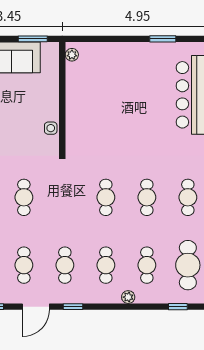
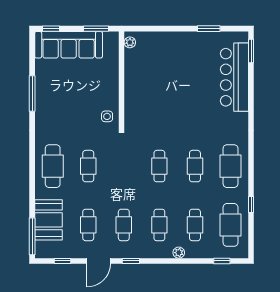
side table: (51, 128) -> (107, 116), moved
cafe table: (188, 197) -> (231, 166), width x1.37, depth x1.35

